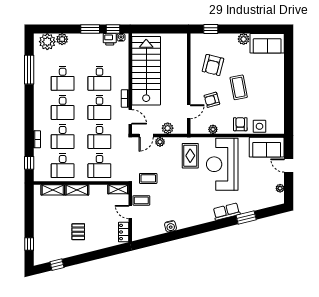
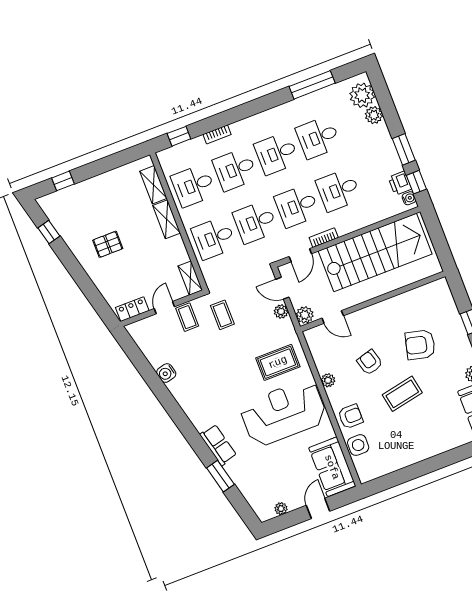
wall: (189, 84) -> (373, 301), moved
door: (189, 112) -> (333, 317), moved

